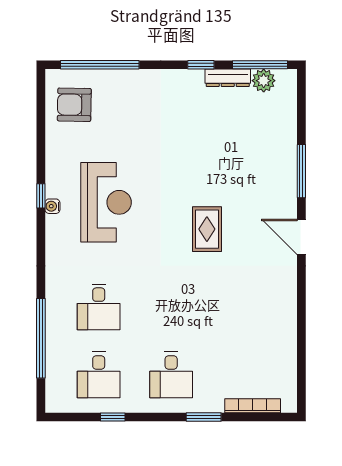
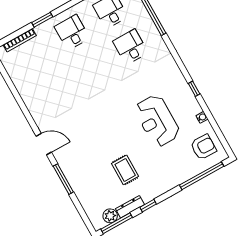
reception desk: (106, 202) -> (157, 121), moved
water cooler: (52, 206) -> (202, 117), moved
rug: (207, 229) -> (125, 170), moved

